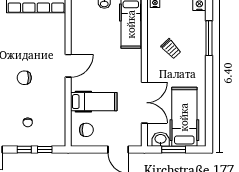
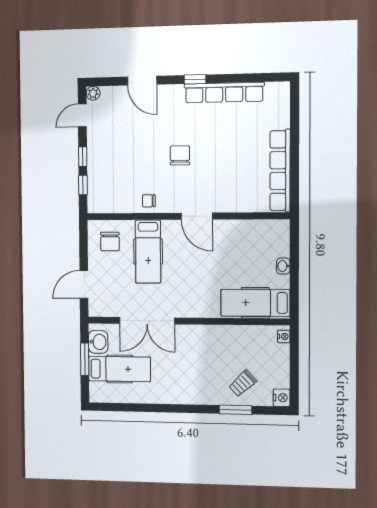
window: (209, 38) -> (235, 410), width x0.69
trolley: (171, 49) -> (243, 383), moved
hospital bed: (184, 117) -> (119, 369), width x0.73, depth x0.78
chair: (28, 122) -> (149, 201), moved

